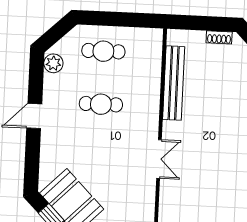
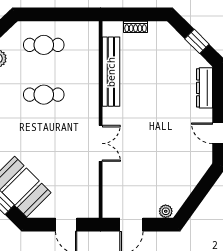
shoe rack: (219, 37) -> (136, 27), moved

